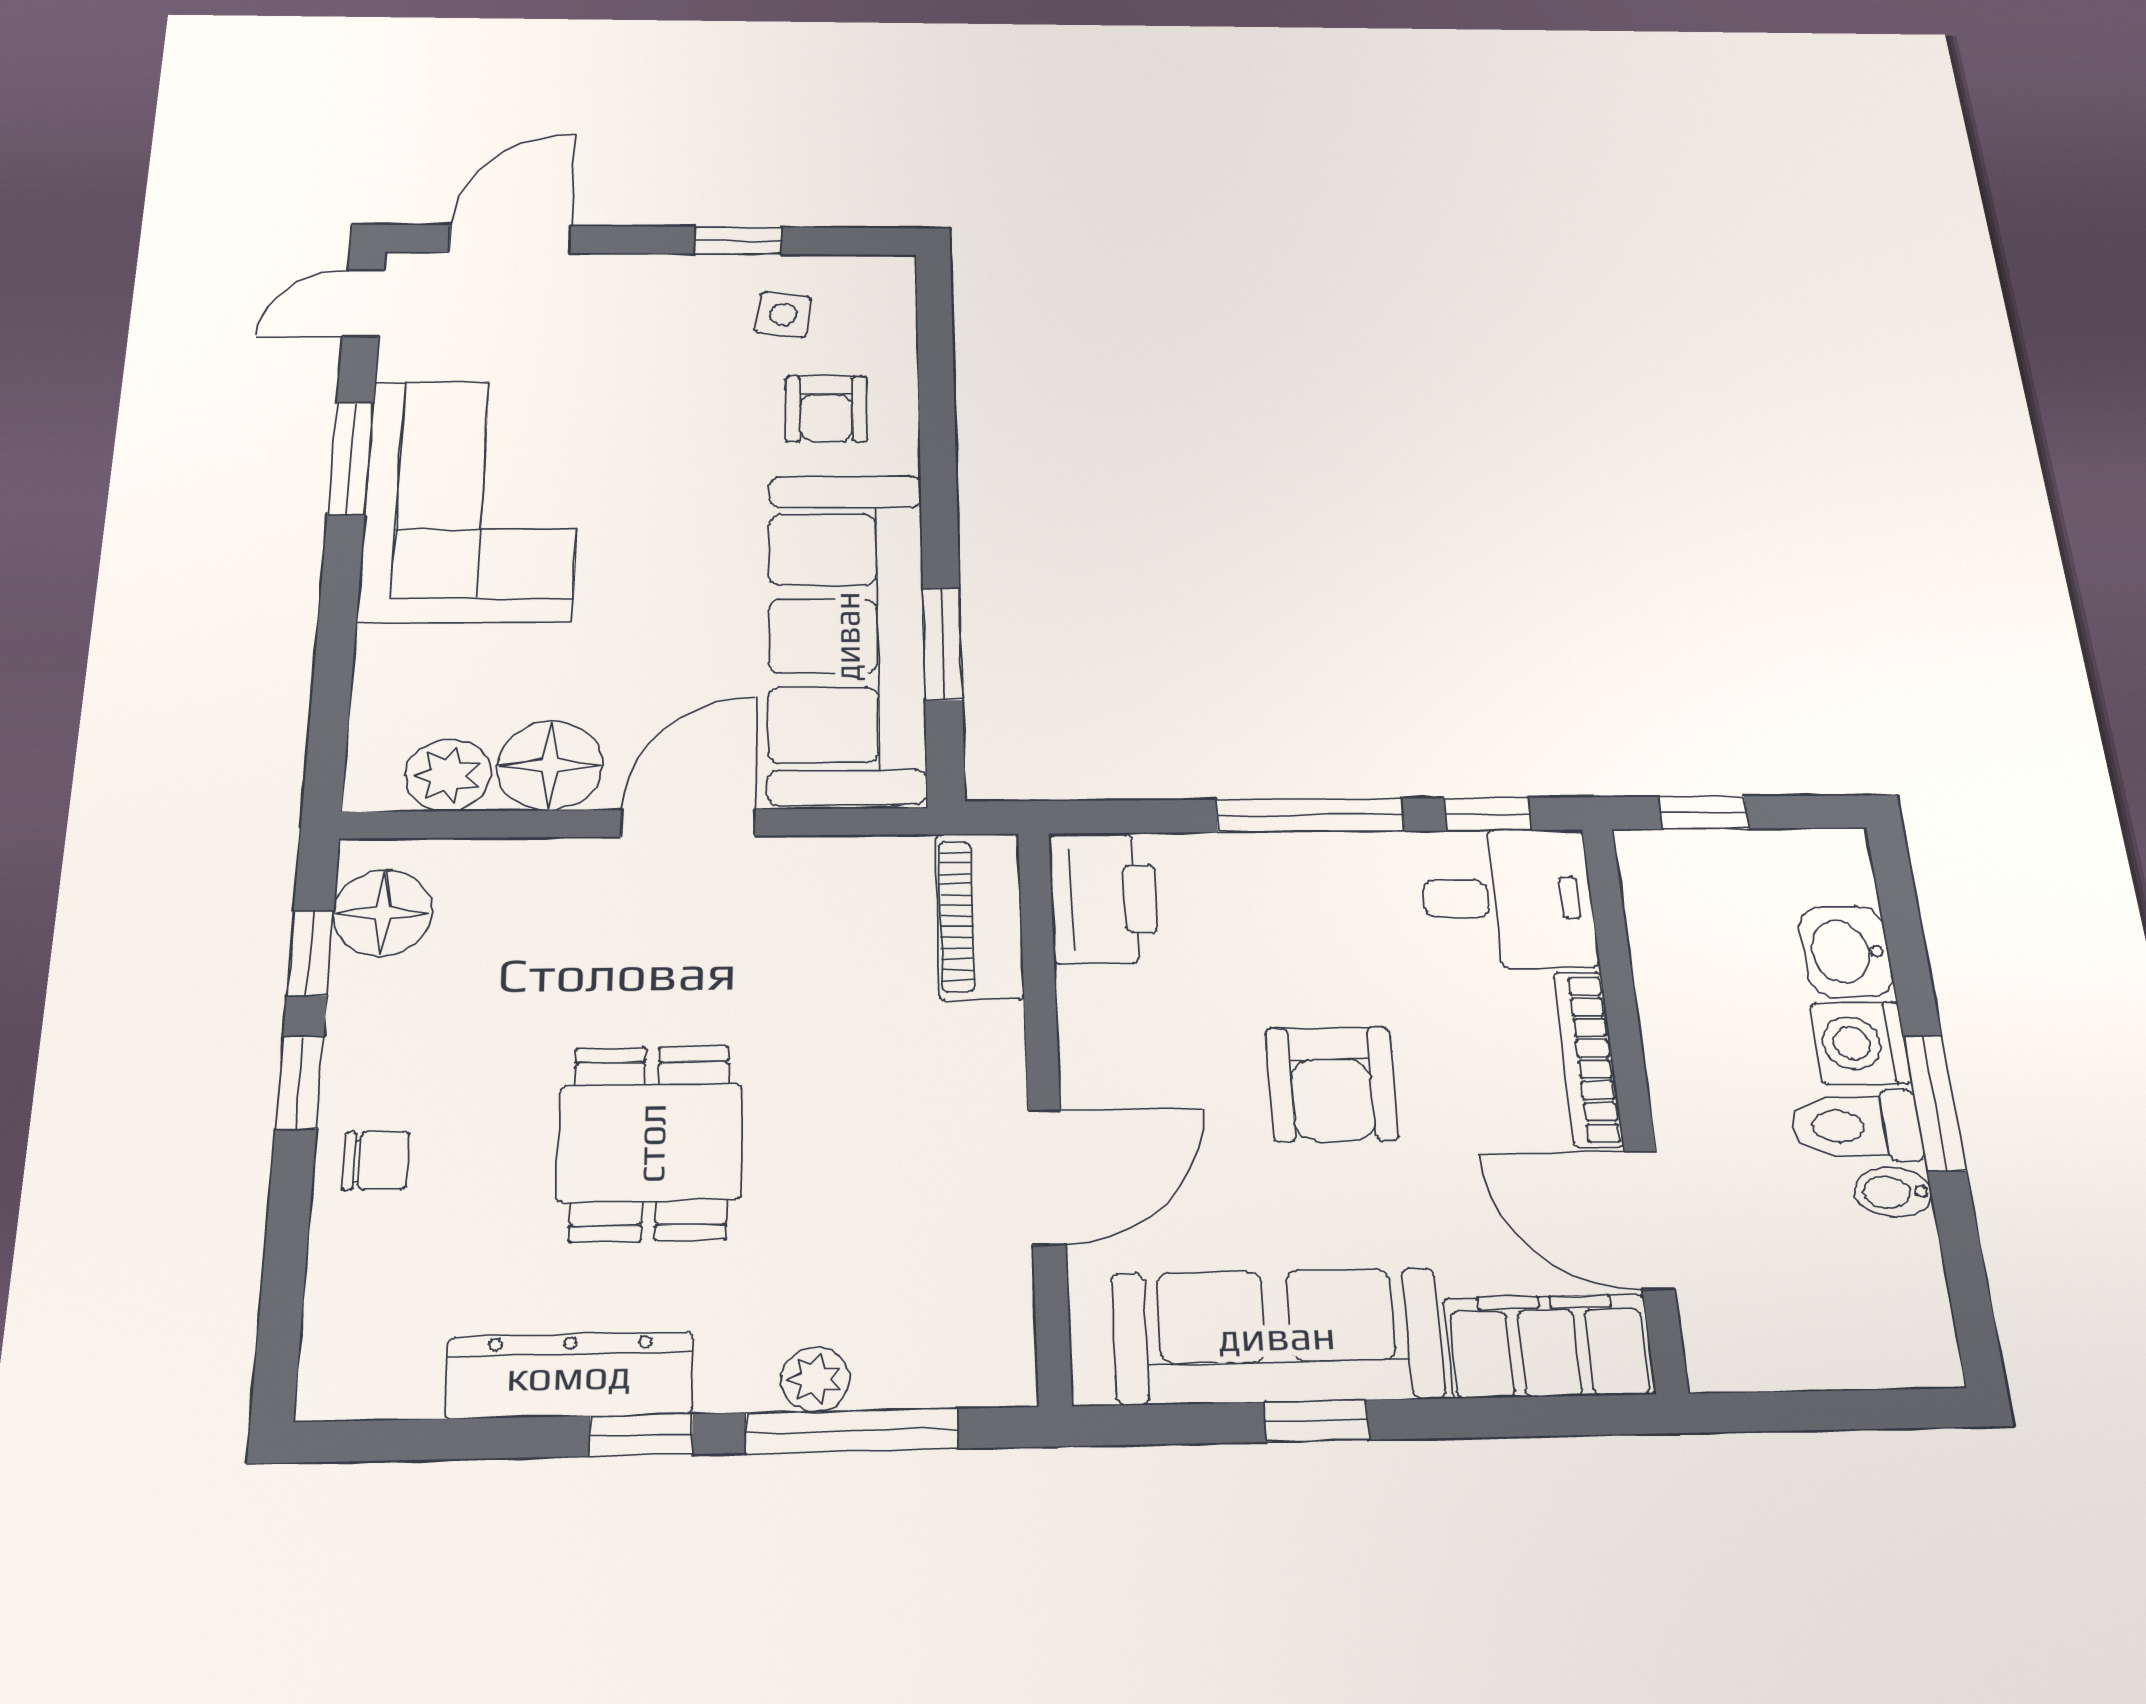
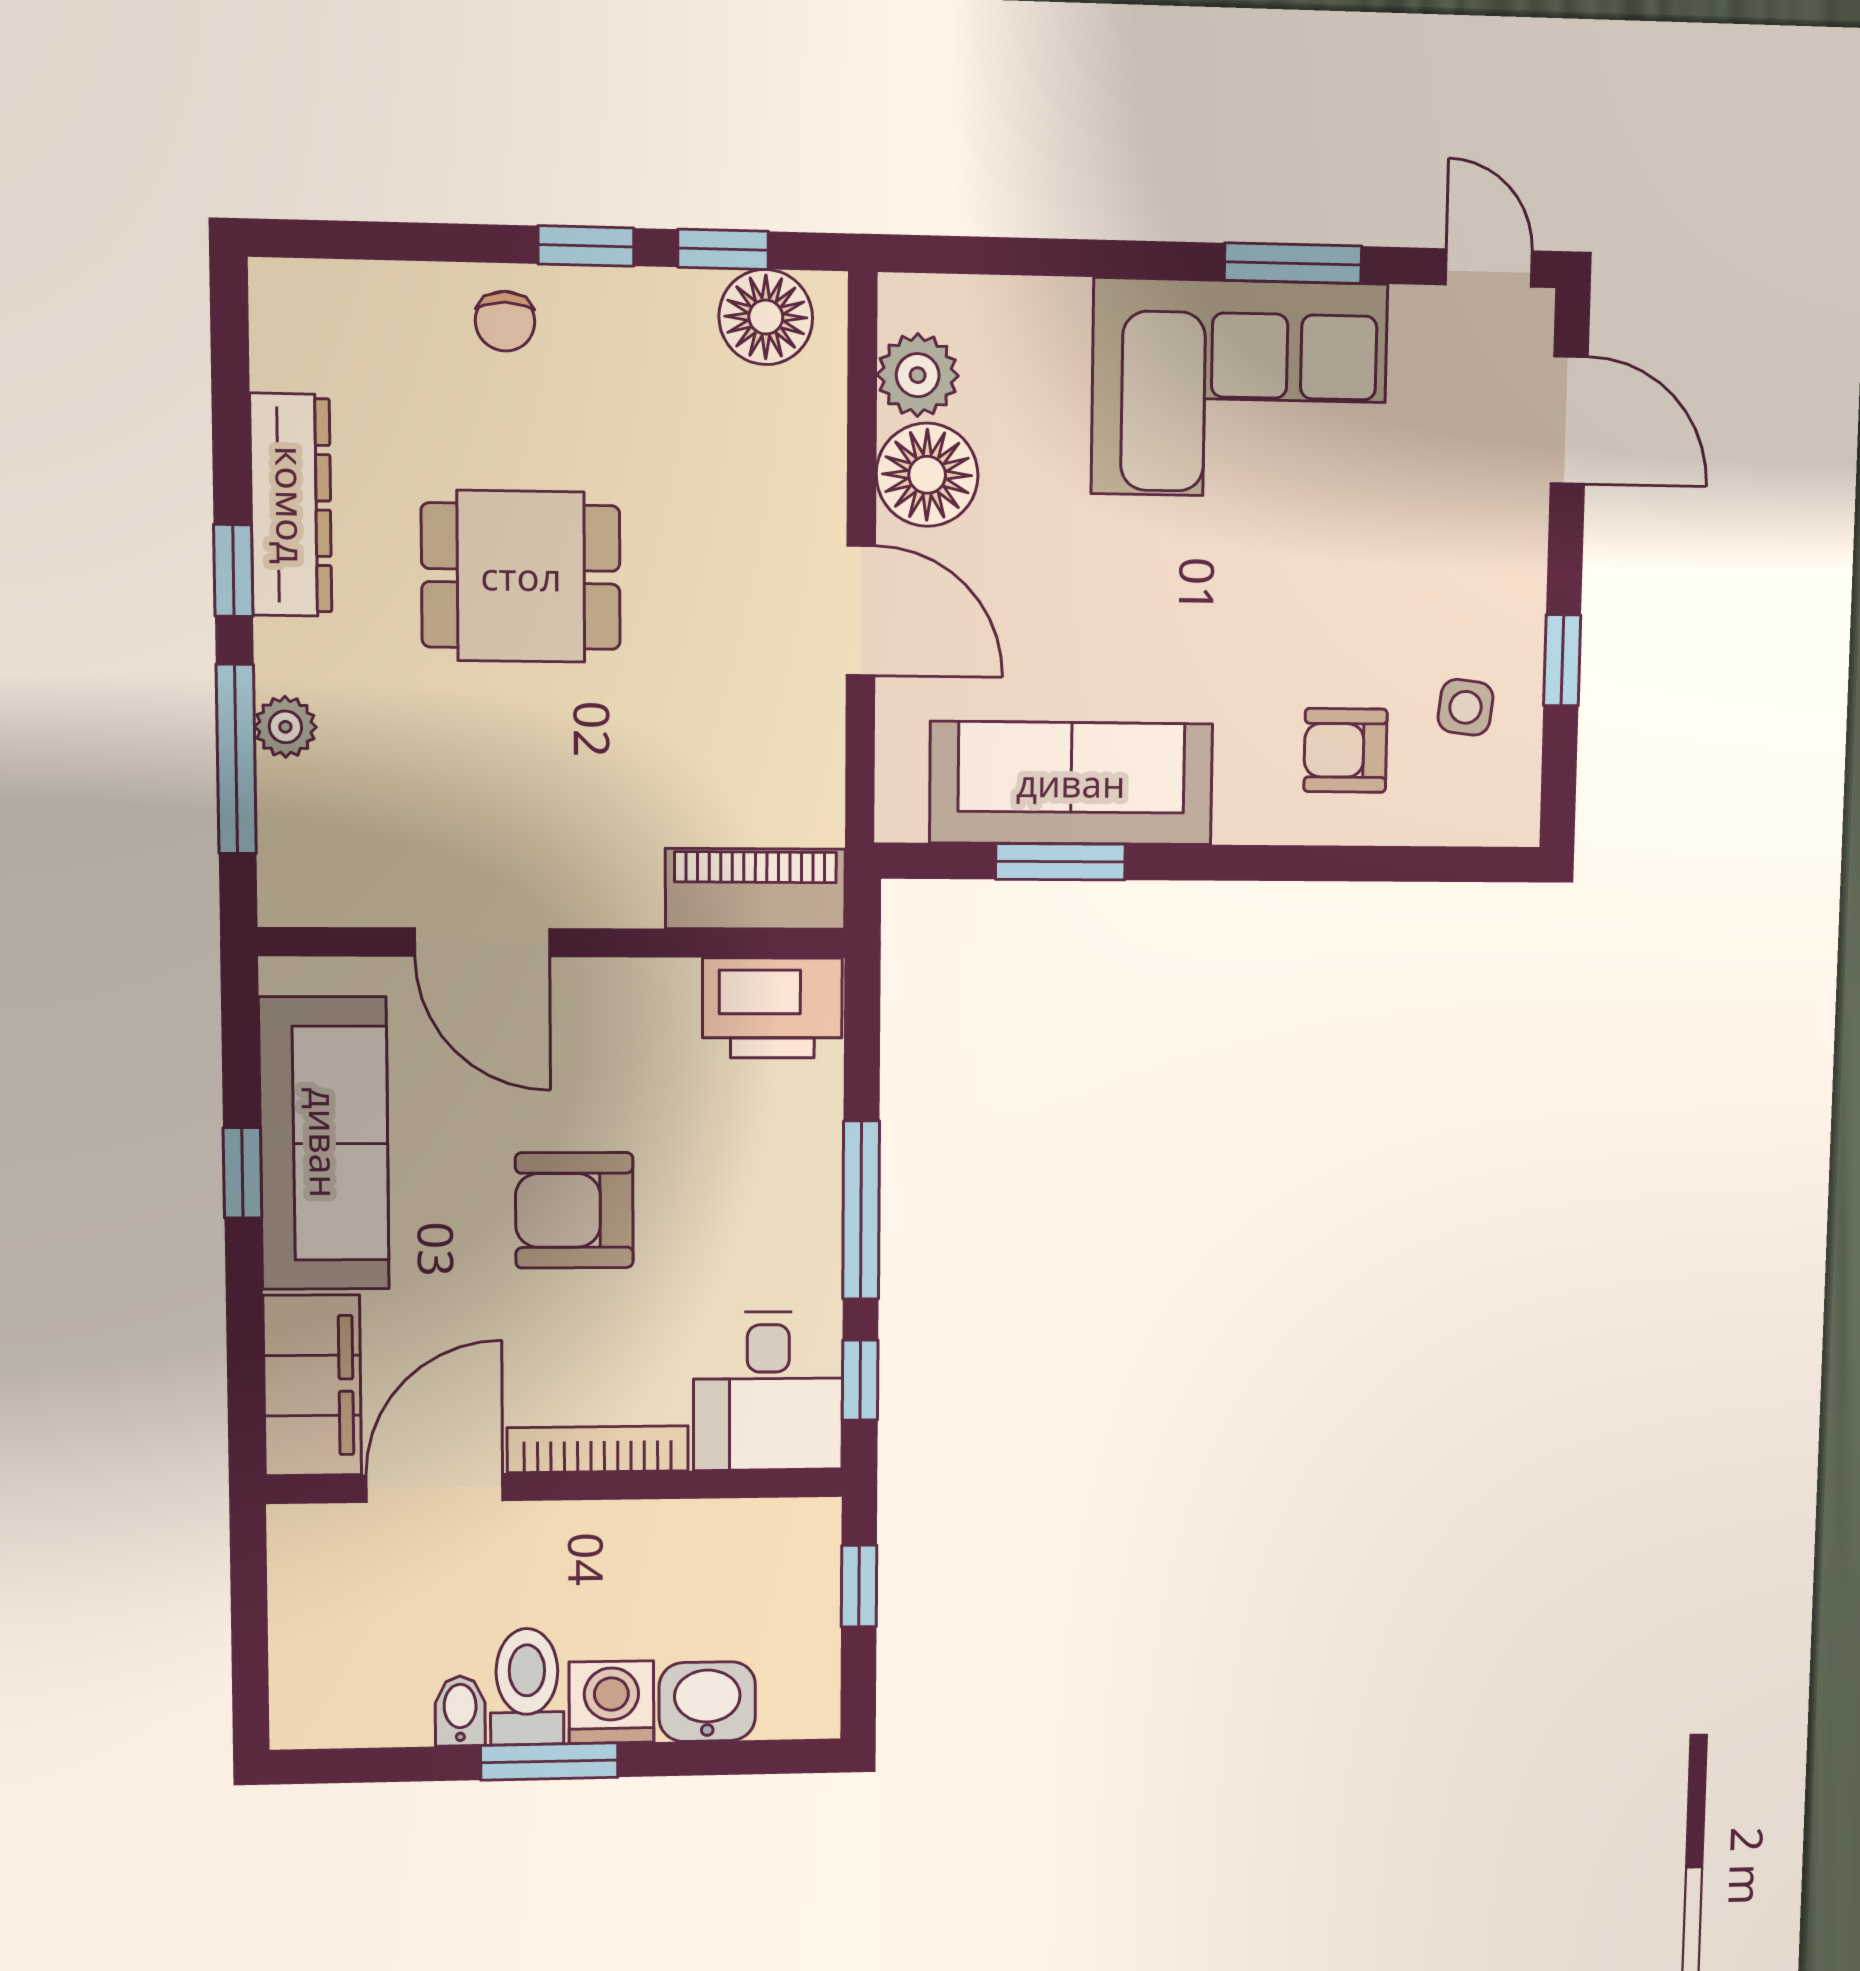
sofa: (846, 636) -> (1071, 783), width x0.74, depth x0.79

